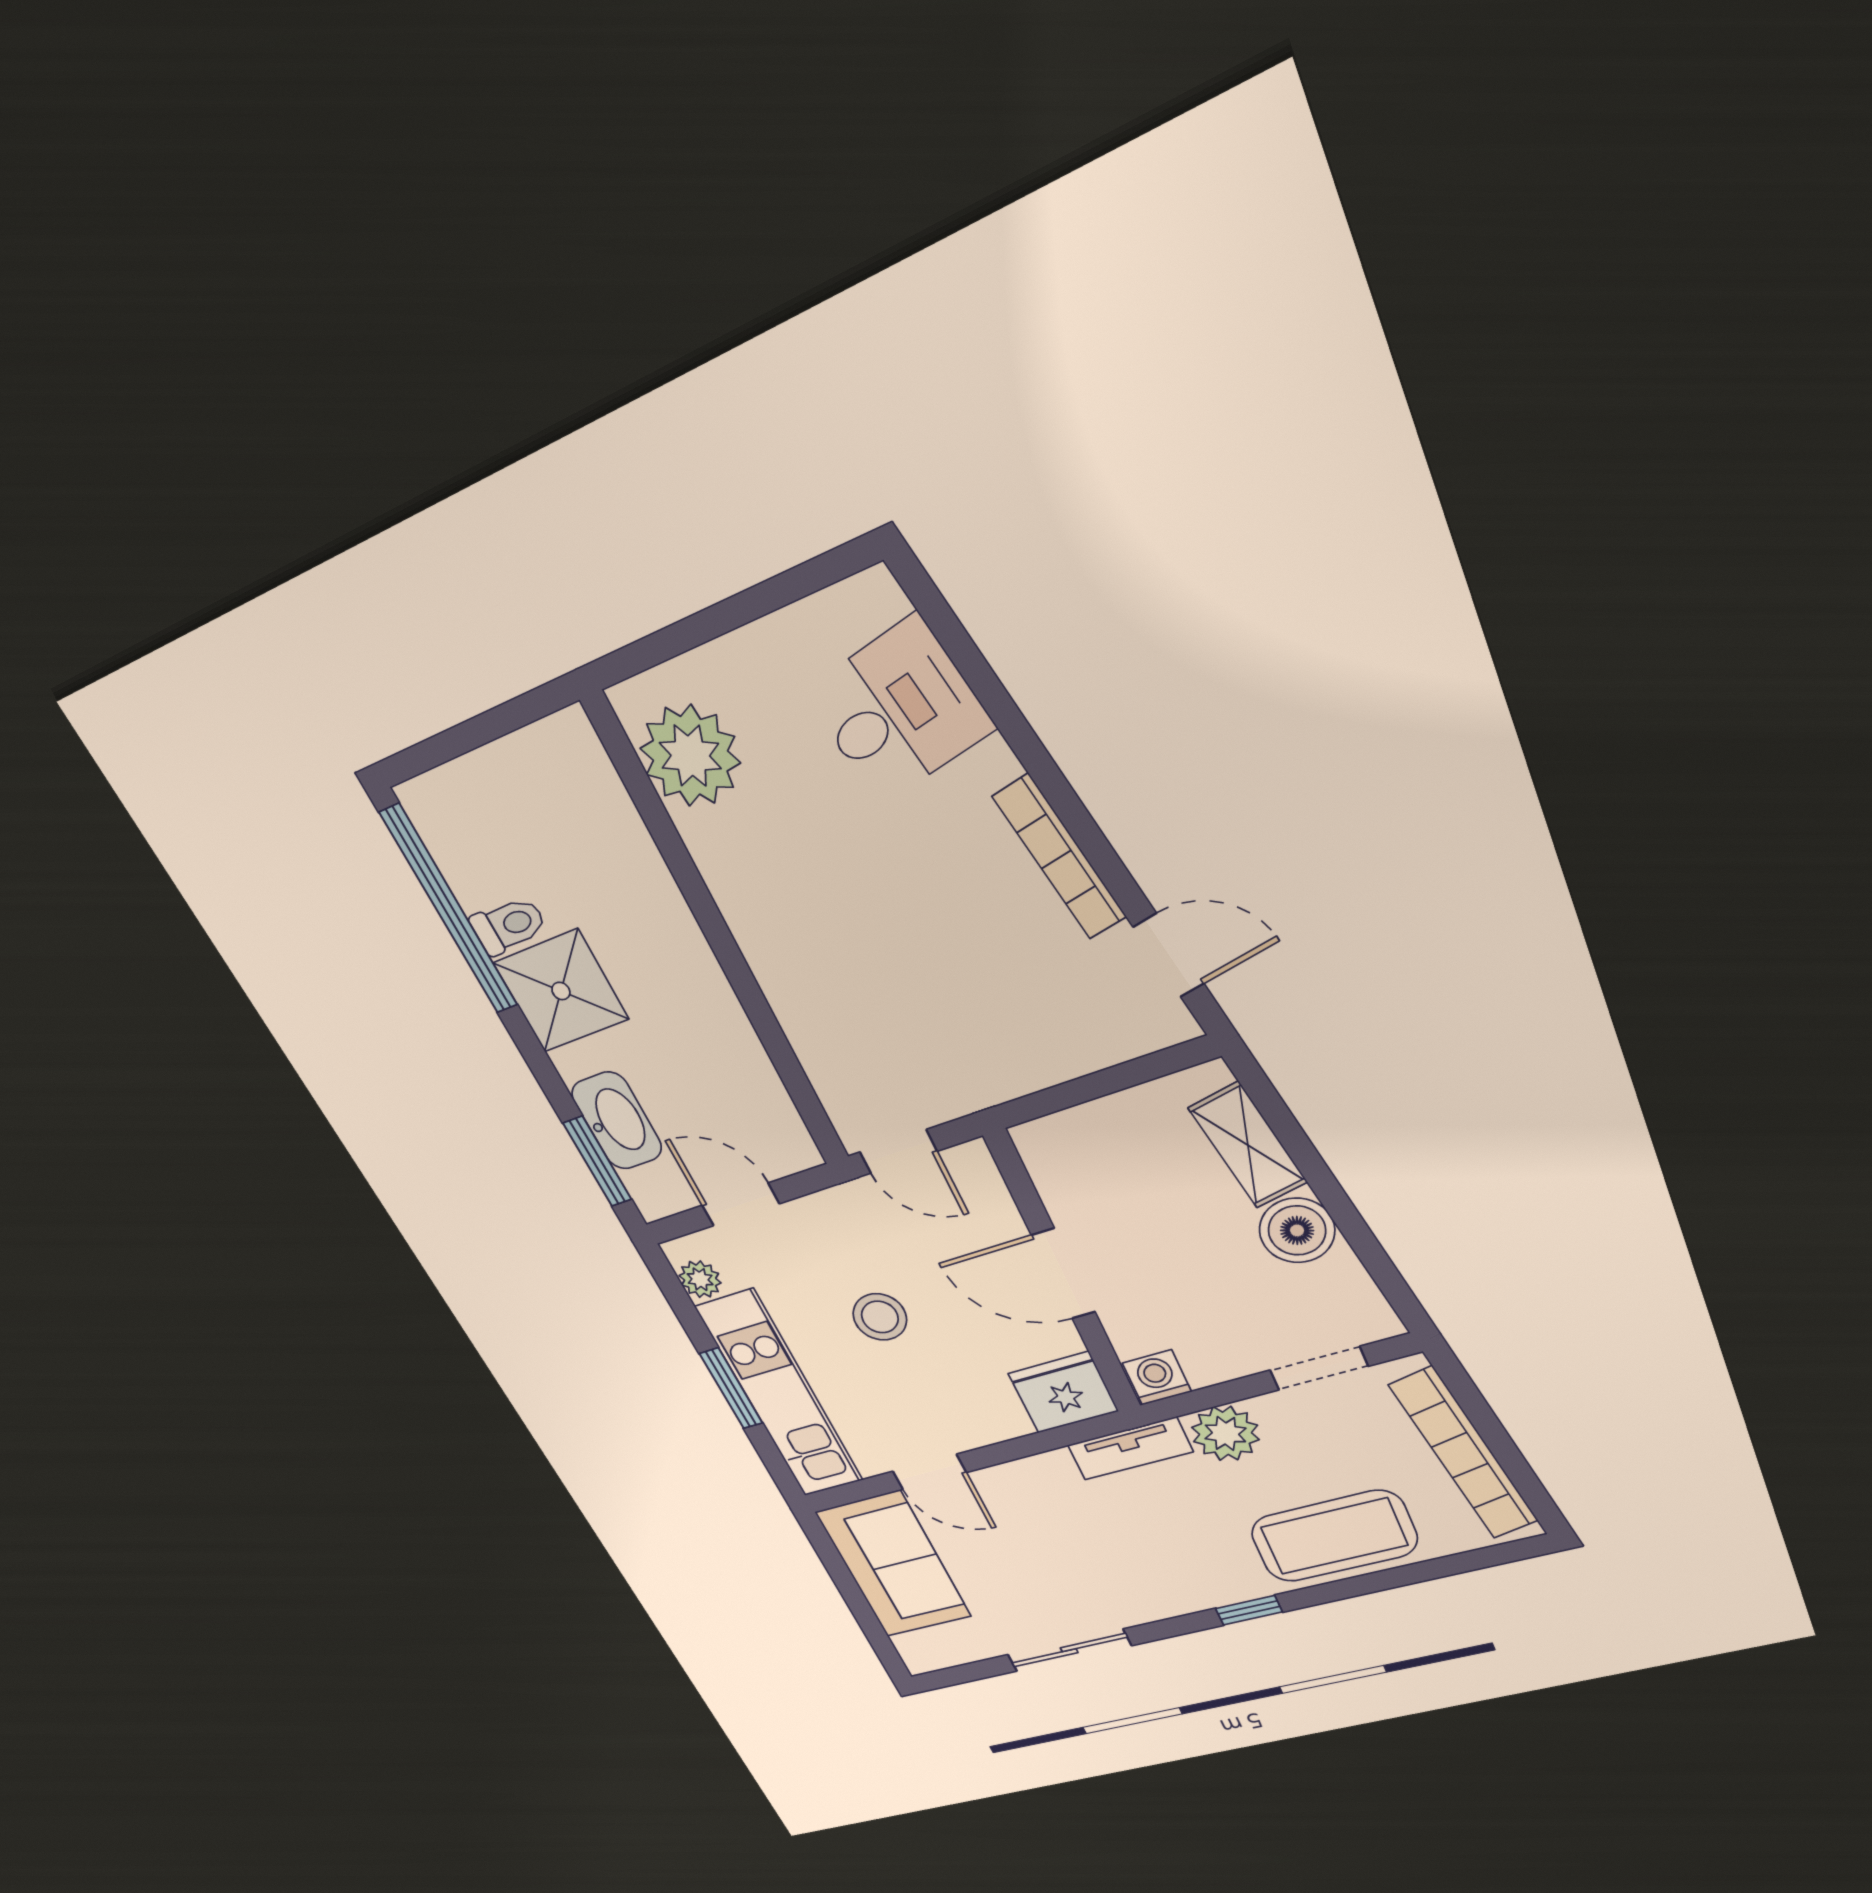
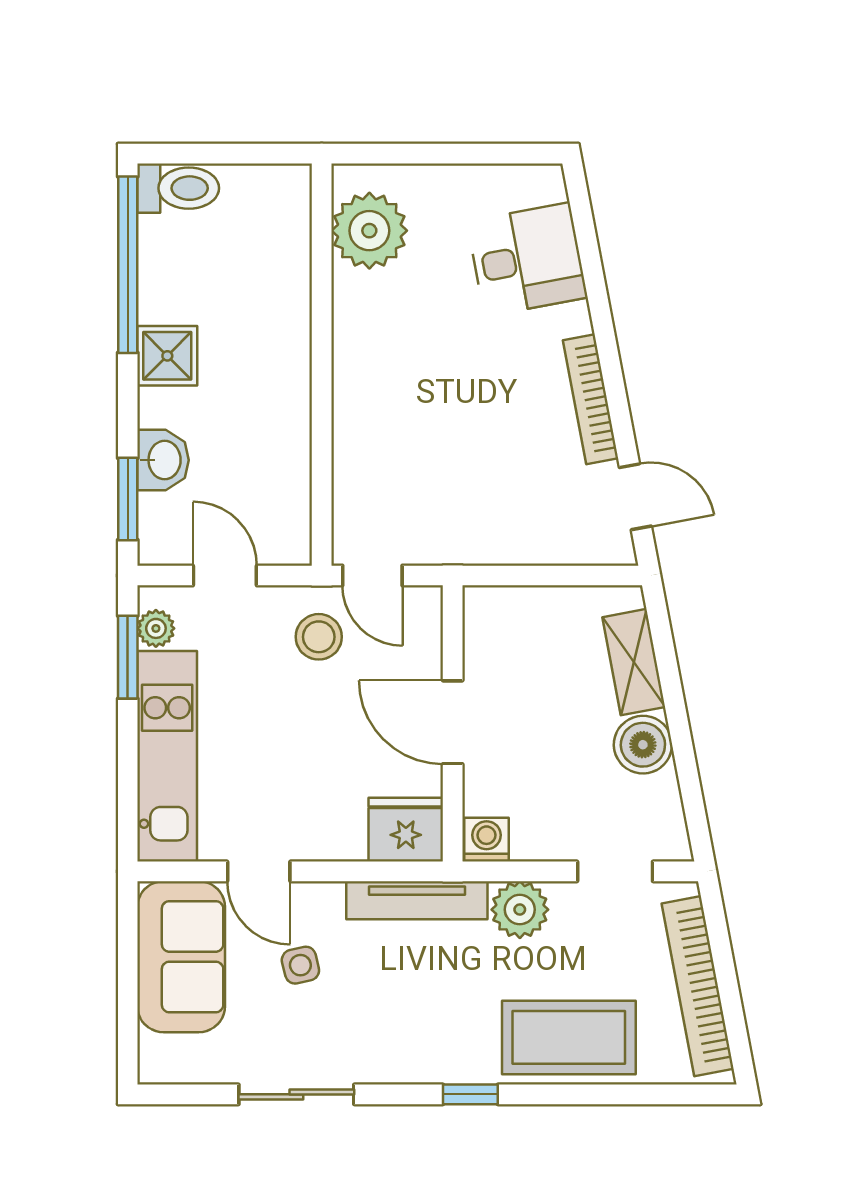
toilet: (509, 926) -> (178, 188), moved, width x1.37, depth x1.39
shower: (561, 991) -> (167, 356), width x0.73, depth x0.73
washbasin: (617, 1121) -> (163, 460), width x0.72
stool: (880, 1317) -> (319, 637), moved
window: (731, 1388) -> (128, 657), moved
tv unit: (1130, 1448) -> (417, 900), width x1.41
side table: (1016, 1542) -> (300, 965), added

